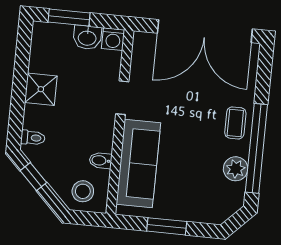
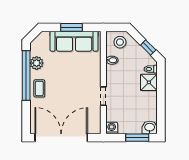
washbasin: (87, 38) -> (150, 128), moved
shower: (41, 89) -> (149, 82), moved
sofa: (138, 164) -> (74, 41), moved, turned -90

